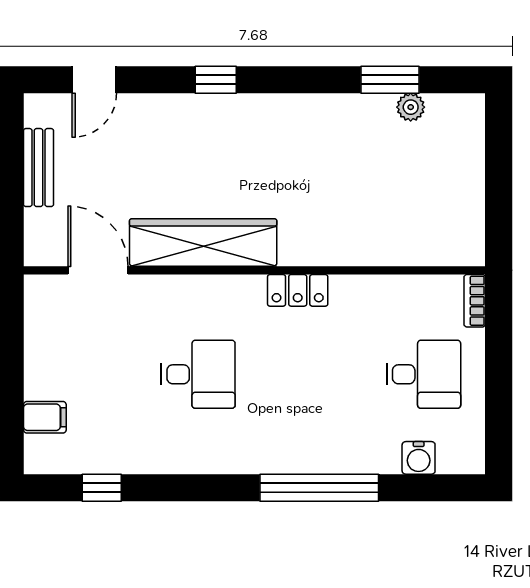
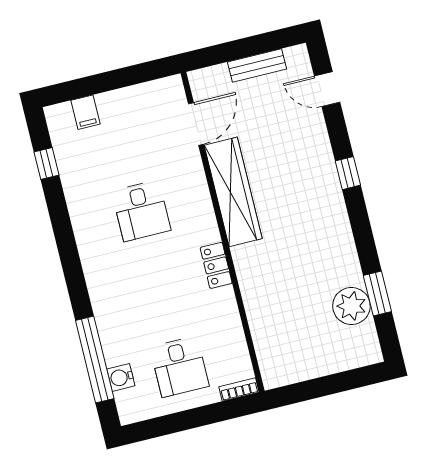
plant: (411, 107) -> (351, 306), width x1.88, depth x1.88
window: (319, 488) -> (95, 359), moved

